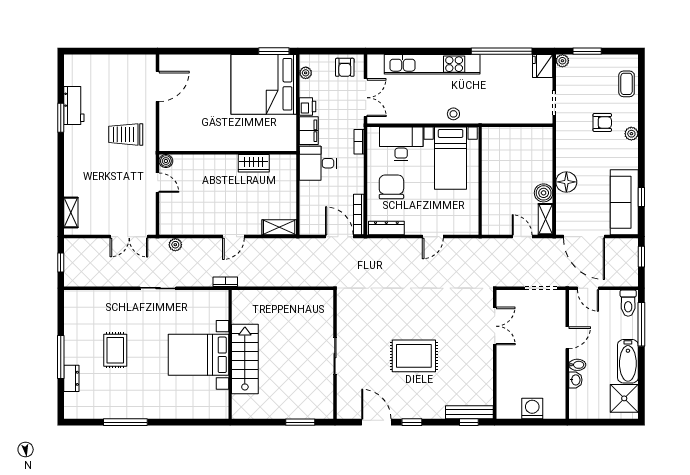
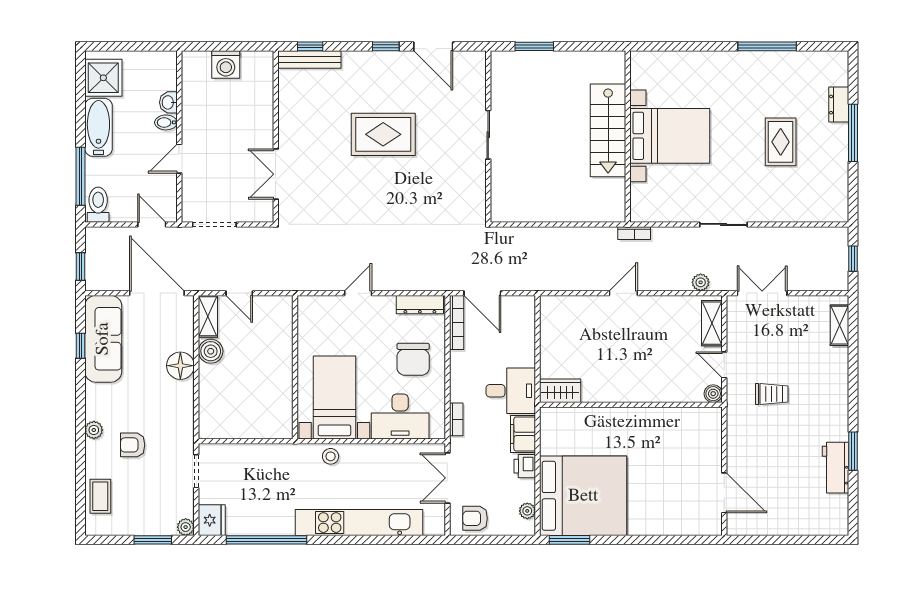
armchair: (345, 67) -> (475, 518), turned -90
door: (158, 86) -> (724, 493), swing flipped
trolley: (126, 134) -> (772, 394), moved, width x0.73, depth x0.72
wardrobe: (254, 163) -> (560, 391), moved
shelving: (279, 227) -> (712, 323), moved, turned 90

